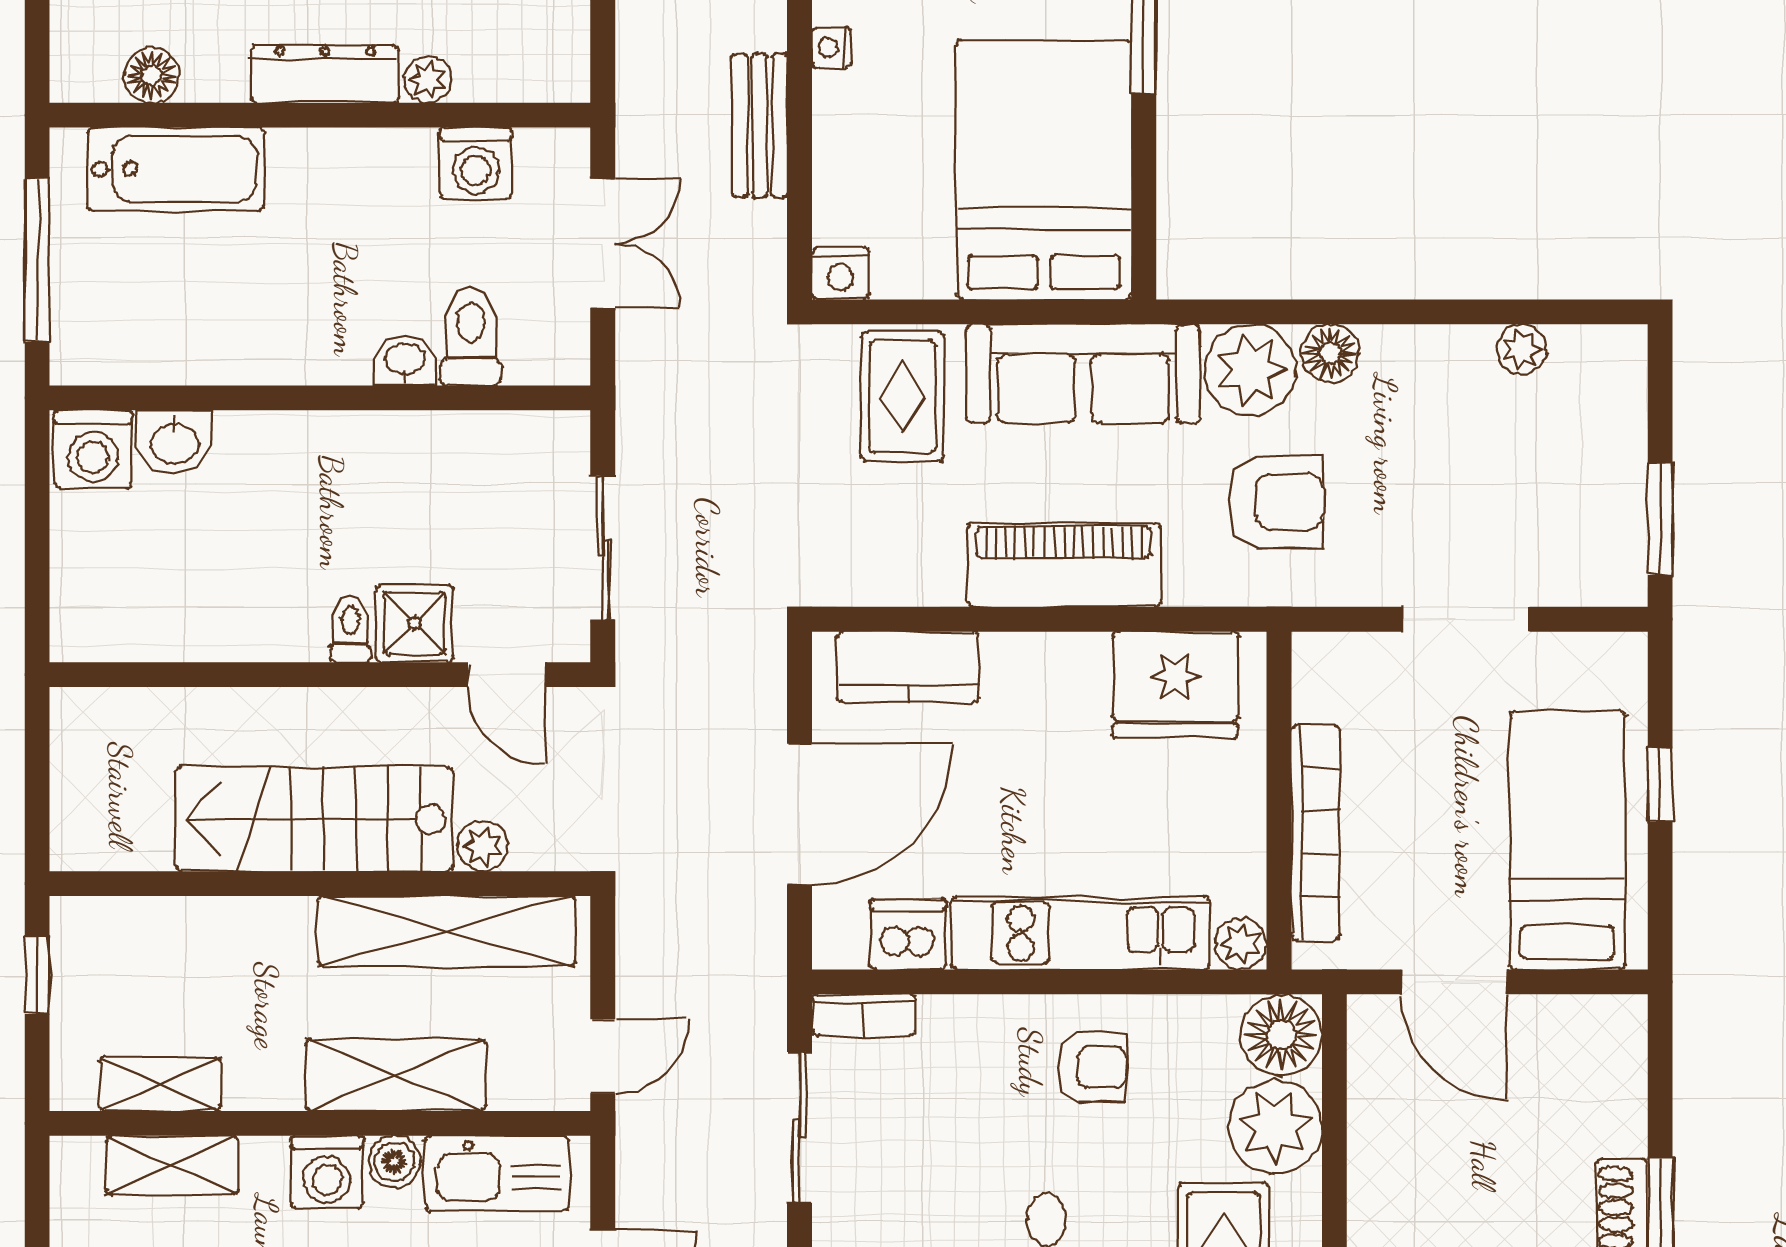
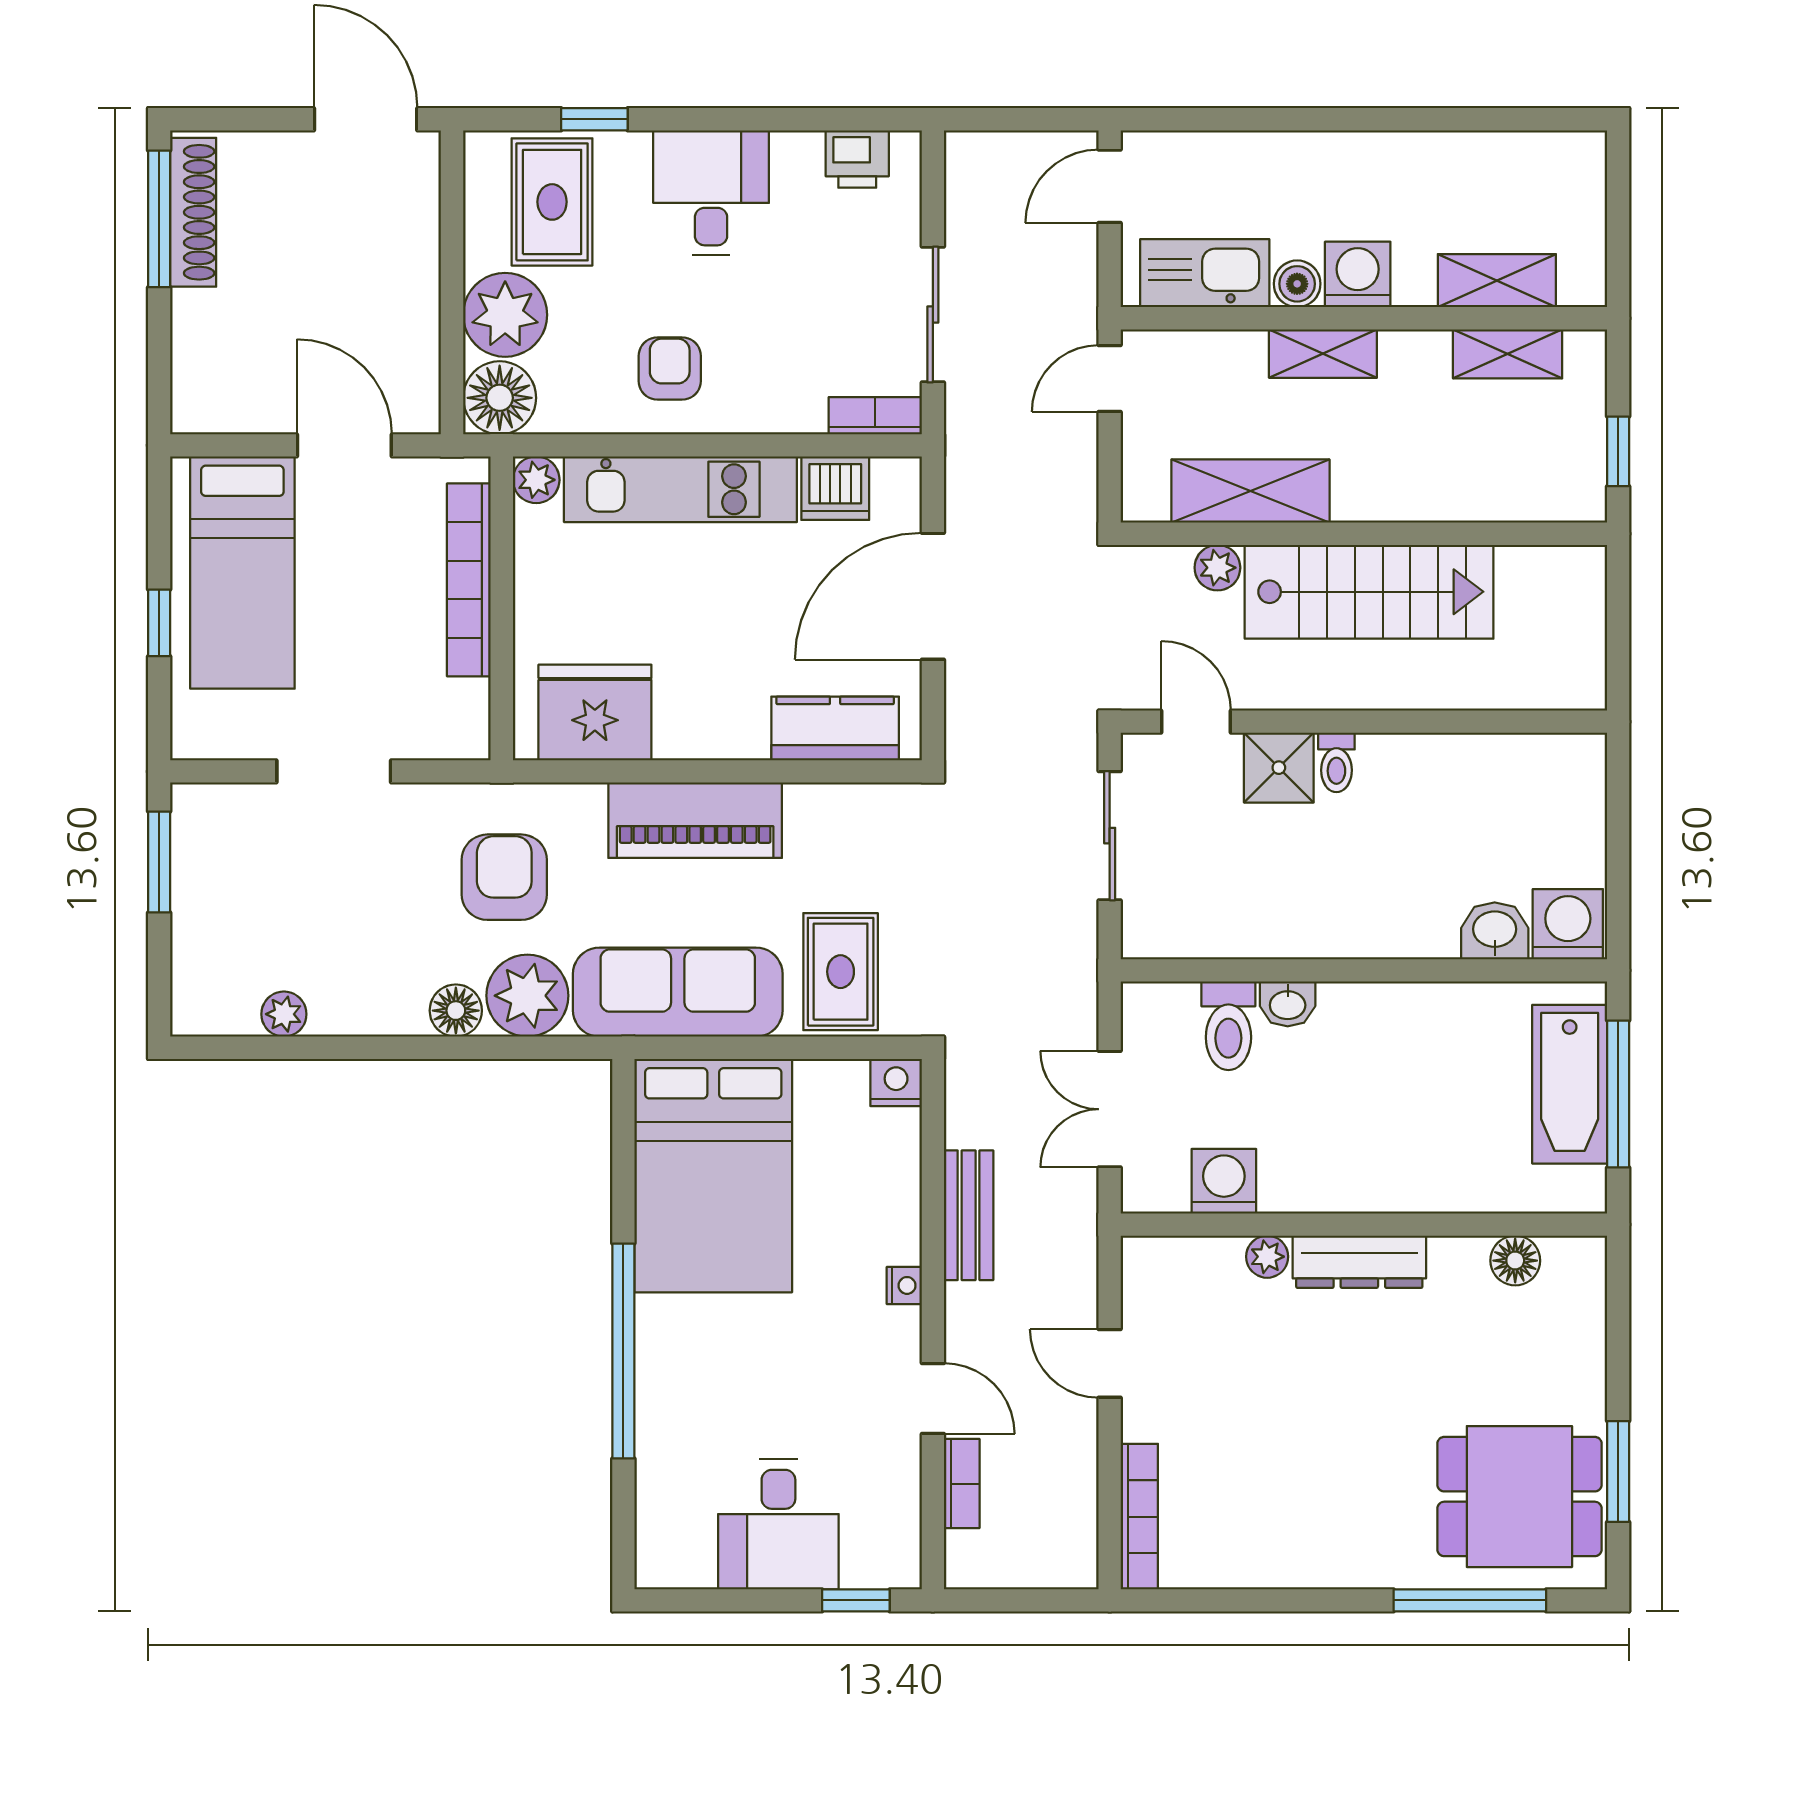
bathtub: (176, 169) -> (1570, 1084), moved, turned -90
armchair: (1276, 502) -> (504, 877), turned 90
shelving: (446, 931) -> (1250, 491), width x0.68
armchair: (1092, 1067) -> (670, 368), turned 90
shelving: (396, 1075) -> (1323, 354), width x0.67, depth x0.75

